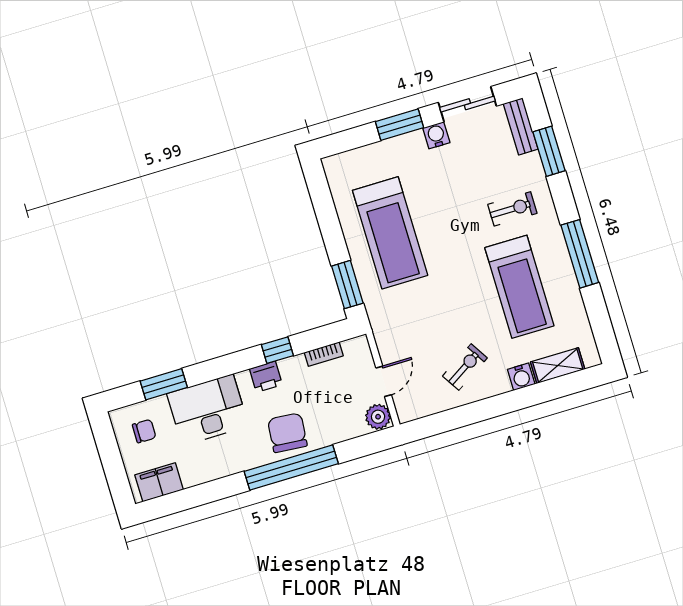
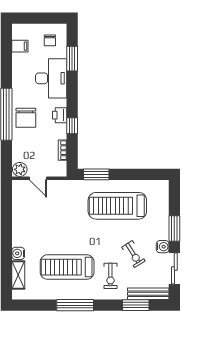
bench: (521, 126) -> (148, 294), width x1.36
exercise bike: (465, 367) -> (133, 254), moved
chair: (287, 433) -> (26, 118), turned 85
filing cabinet: (159, 482) -> (20, 46), width x0.50

